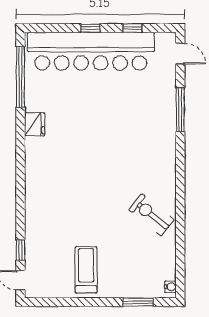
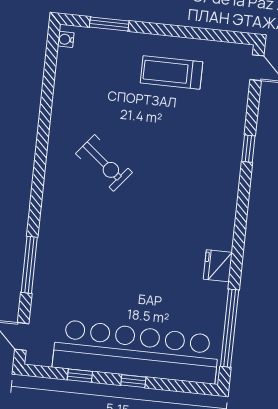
exercise bike: (151, 215) -> (104, 163), moved
window: (20, 250) -> (248, 149), moved
treadmill: (86, 270) -> (171, 72), turned 90

